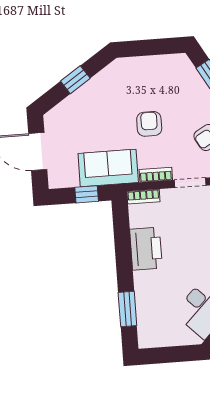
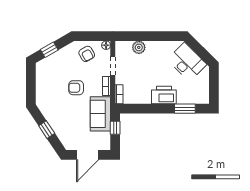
printer: (146, 249) -> (164, 95), moved

